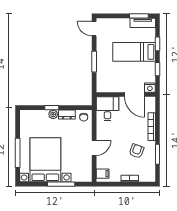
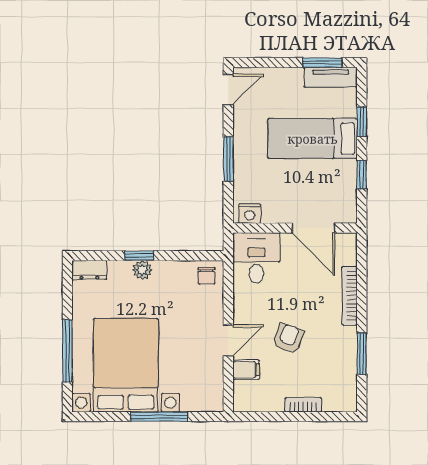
door: (94, 29) -> (228, 89), swing flipped
nightstand: (150, 88) -> (250, 214), moved
dresser: (67, 114) -> (89, 270), moved
armchair: (137, 151) -> (288, 338), moved
filing cabinet: (103, 174) -> (246, 370), moved

